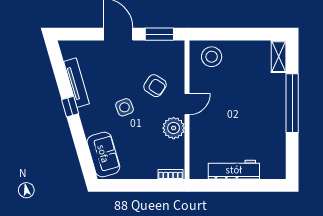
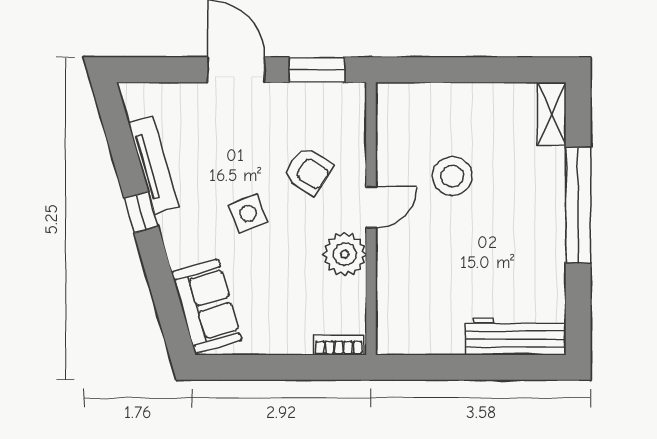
stool: (212, 57) -> (452, 176), moved
workbench: (234, 170) -> (516, 336), moved

